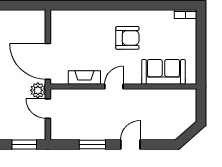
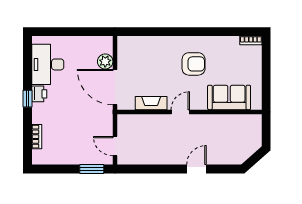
plant: (38, 90) -> (105, 61), moved
door: (48, 109) -> (115, 146), moved
window: (92, 144) -> (159, 169), removed

